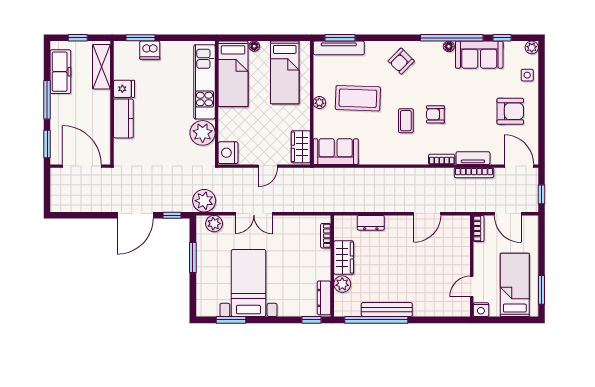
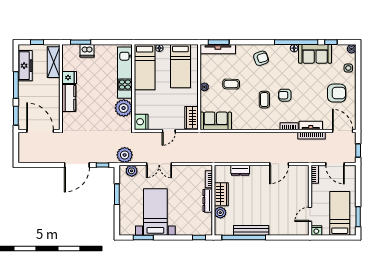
armchair: (401, 61) -> (261, 58), turned -153
coffee table: (358, 98) -> (231, 84), width x0.54, depth x0.58
dresser: (324, 298) -> (208, 201), moved

